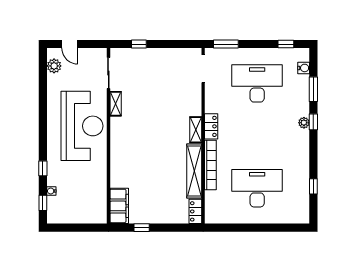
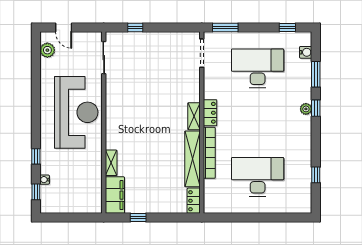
shelving: (116, 104) -> (111, 163), moved

